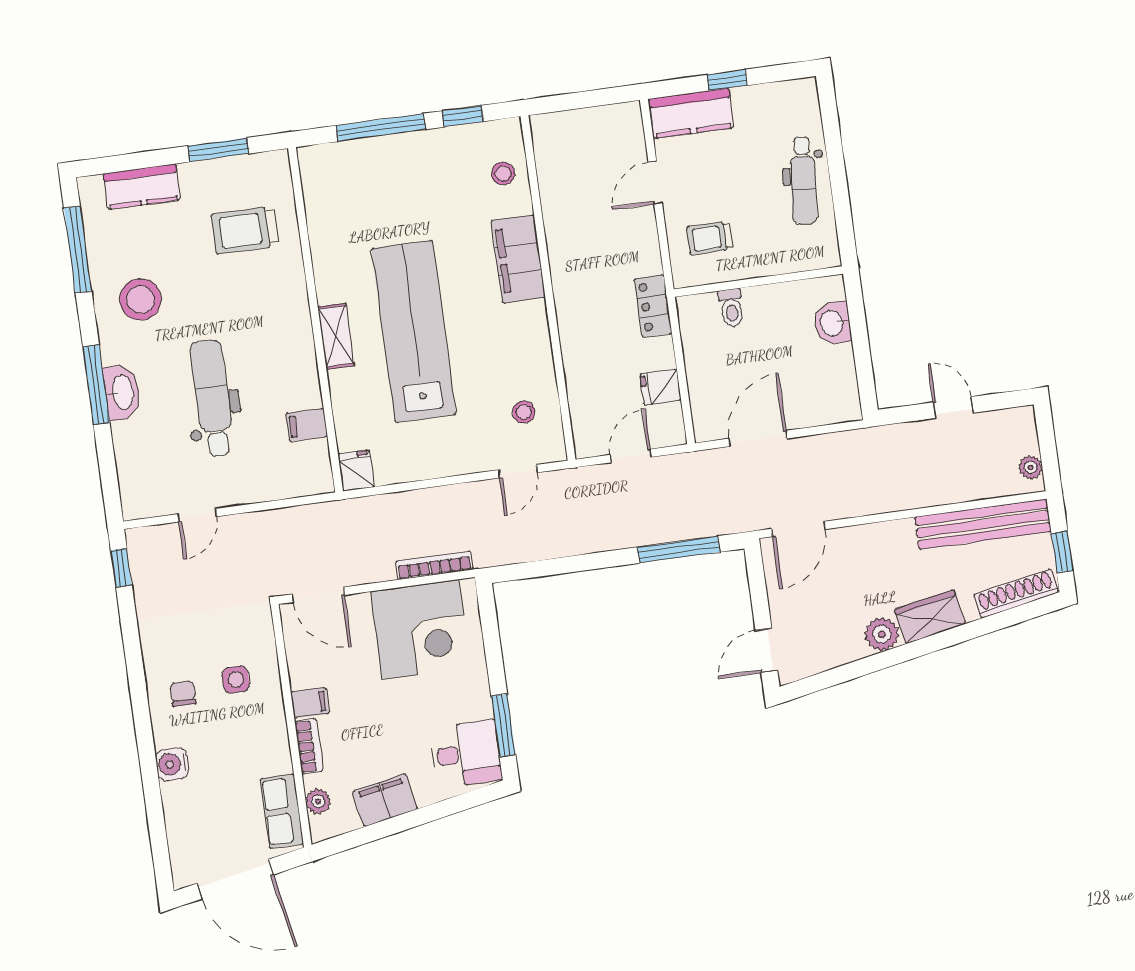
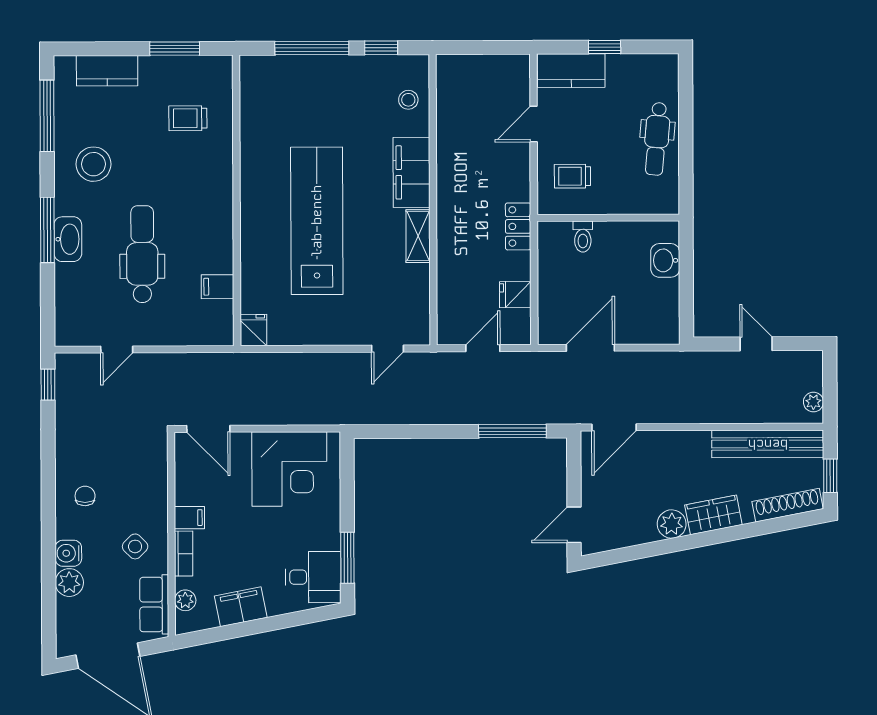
trolley: (245, 230) -> (188, 118), width x0.73, depth x0.72
shelving: (336, 336) -> (418, 236), moved
stool: (524, 412) -> (399, 300), removed
bookcase: (434, 565) -> (308, 417), removed
side table: (236, 680) -> (135, 546), moved, turned 45
plant: (178, 799) -> (69, 583), added

